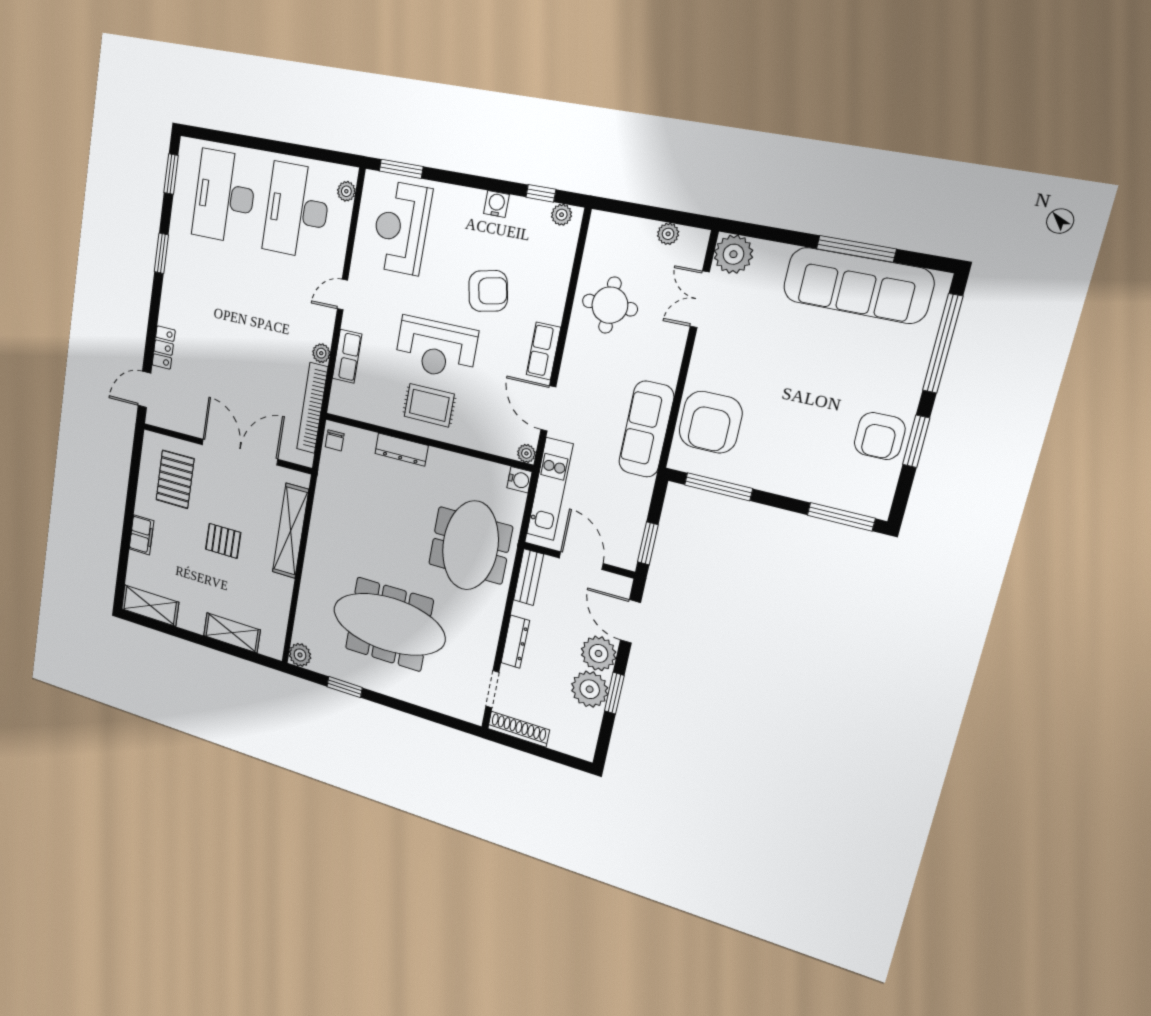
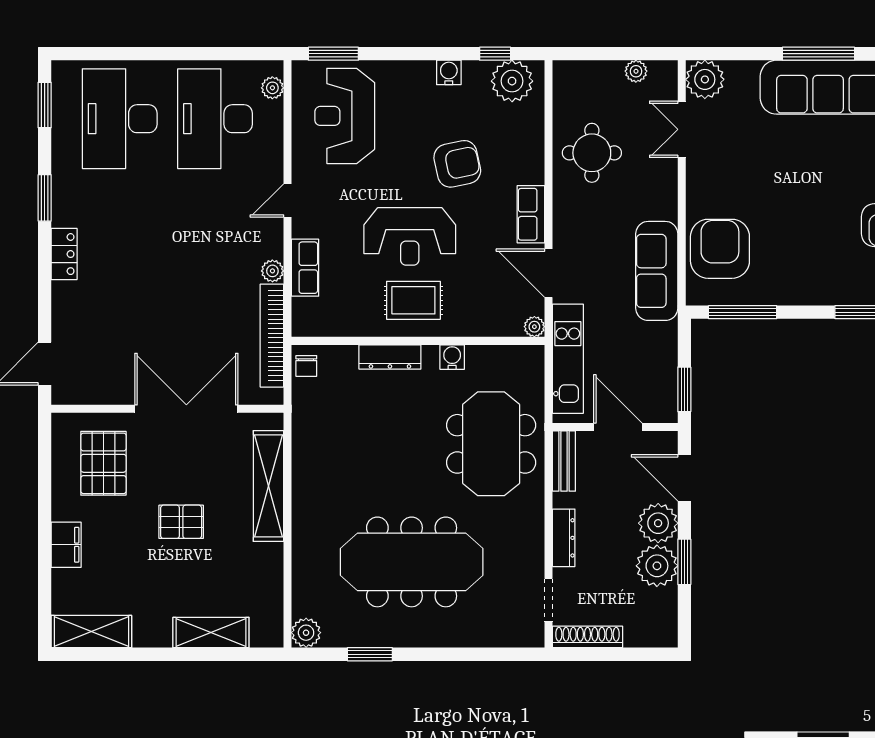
plant: (562, 215) -> (512, 81), width x1.88, depth x1.88
locker: (164, 348) -> (64, 254), moved
armchair: (710, 422) -> (720, 249), turned 180
water cooler: (519, 480) -> (452, 357), moved, turned -90

